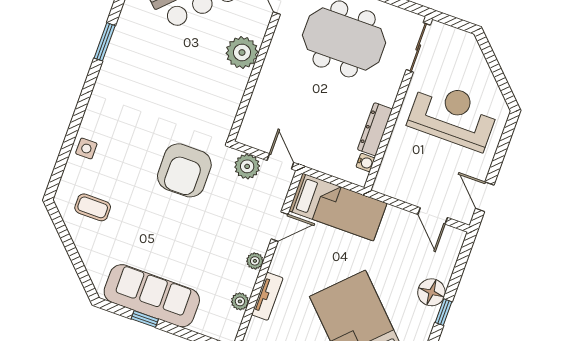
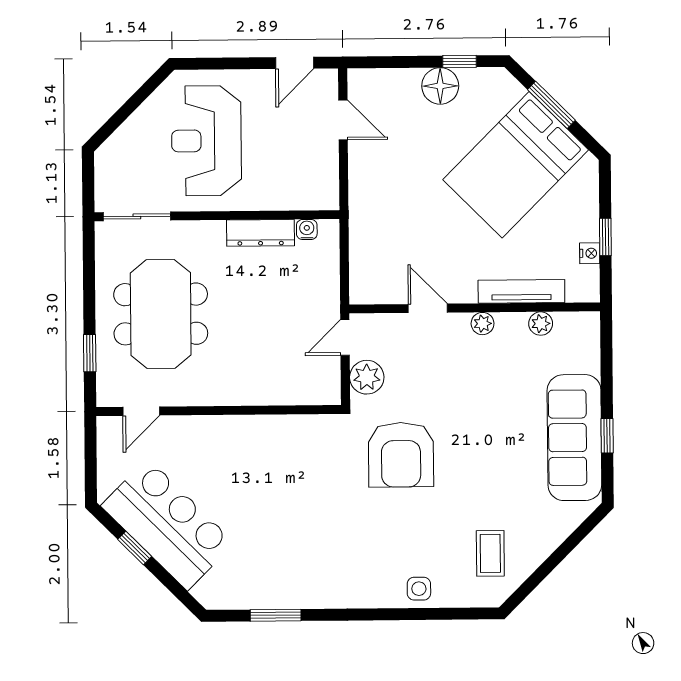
plant: (242, 53) -> (225, 437), removed
armchair: (184, 170) -> (401, 455), turned 90
bed: (338, 207) -> (376, 244), removed
door: (433, 216) -> (343, 120), hinge flipped
tv unit: (267, 296) -> (521, 291), width x1.41

